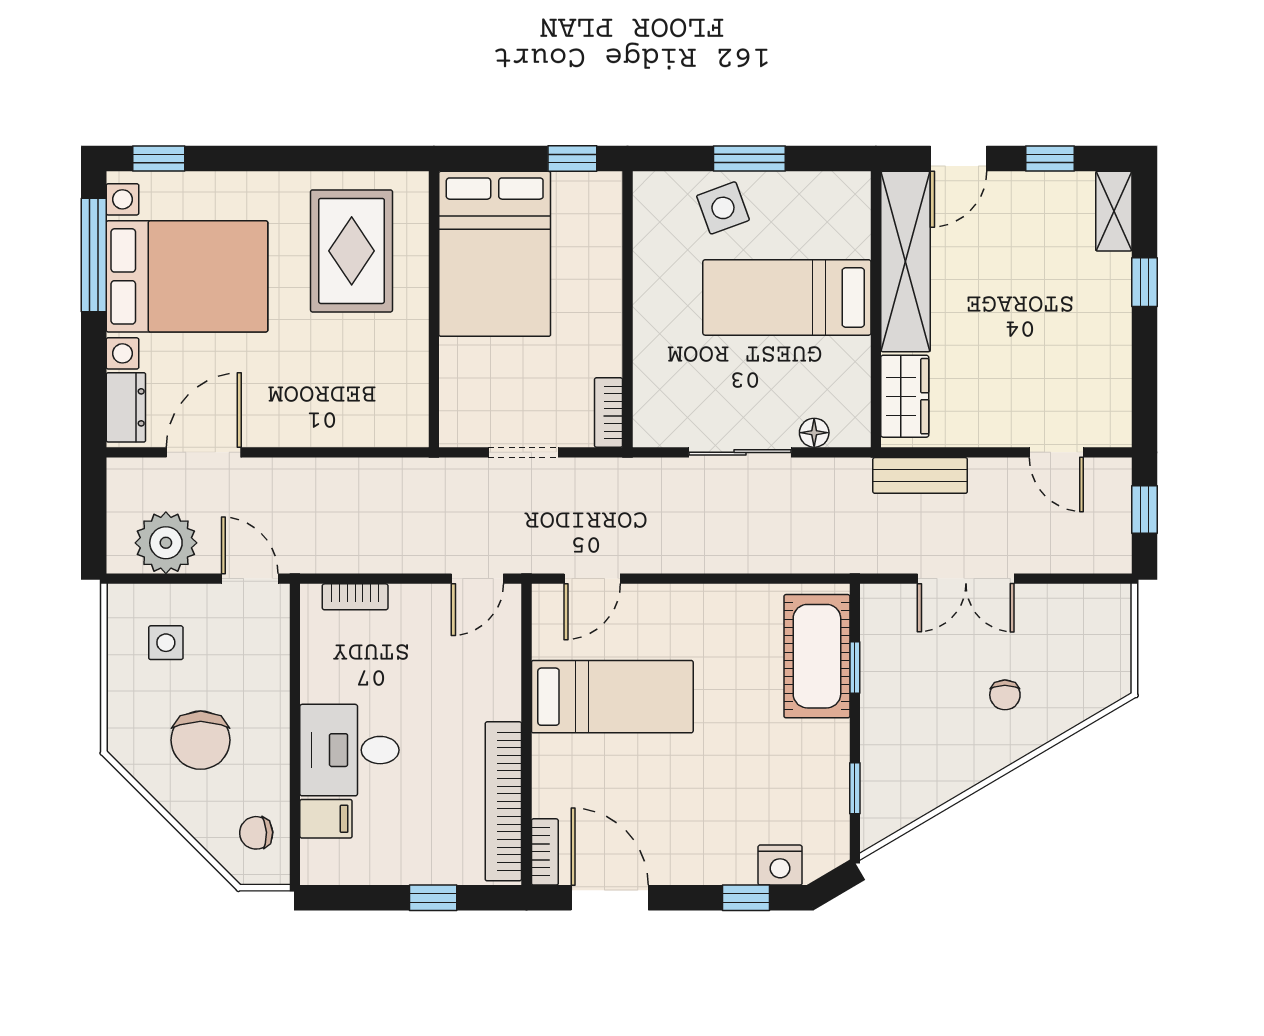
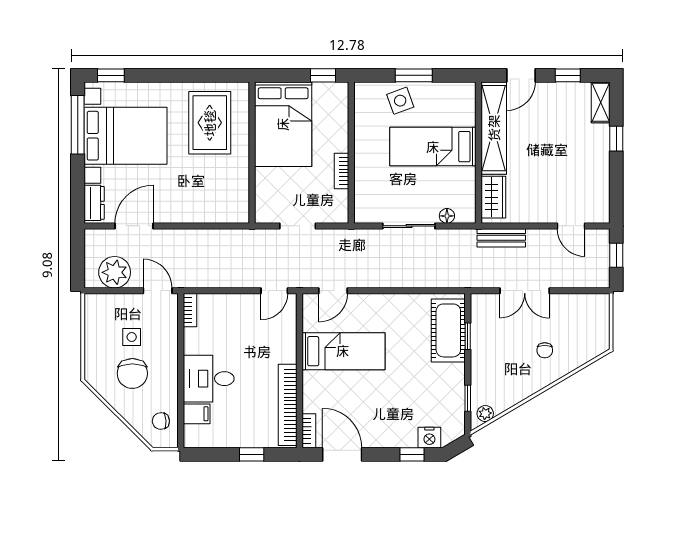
bookcase: (609, 412) -> (341, 171), moved
bookcase: (355, 597) -> (190, 310), moved, turned -90
side table: (166, 643) -> (132, 337), moved
plant: (889, 818) -> (485, 414), added

